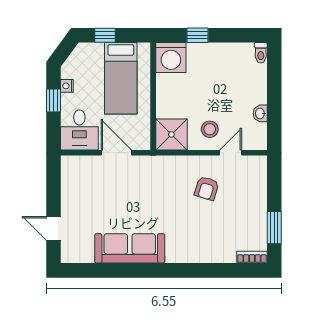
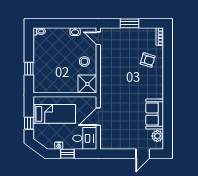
washing machine: (171, 57) -> (42, 84), removed
door: (231, 153) -> (98, 38), moved
armchair: (207, 188) -> (148, 60), moved
window: (274, 228) -> (130, 23), moved
sofa: (130, 248) -> (155, 114), width x0.73
plant: (83, 253) -> (157, 136), added

